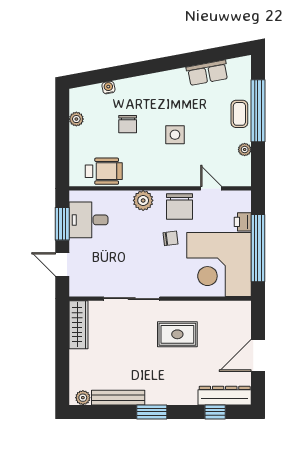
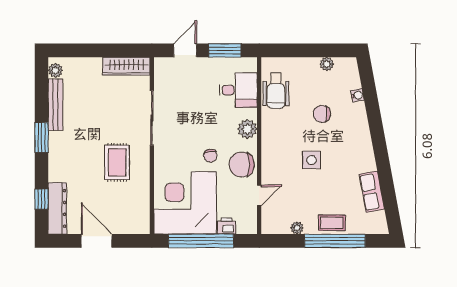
desk: (89, 220) -> (238, 90), moved, turned 90

